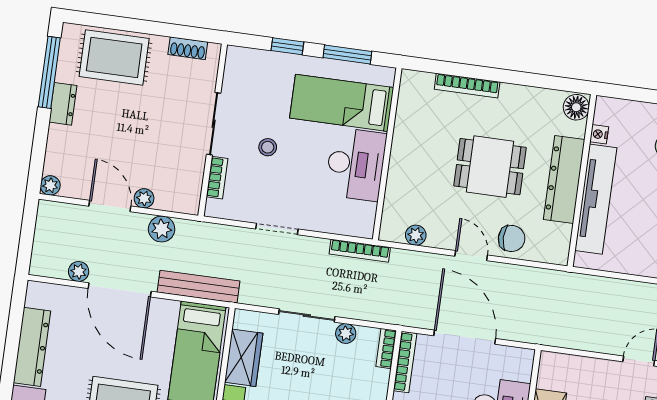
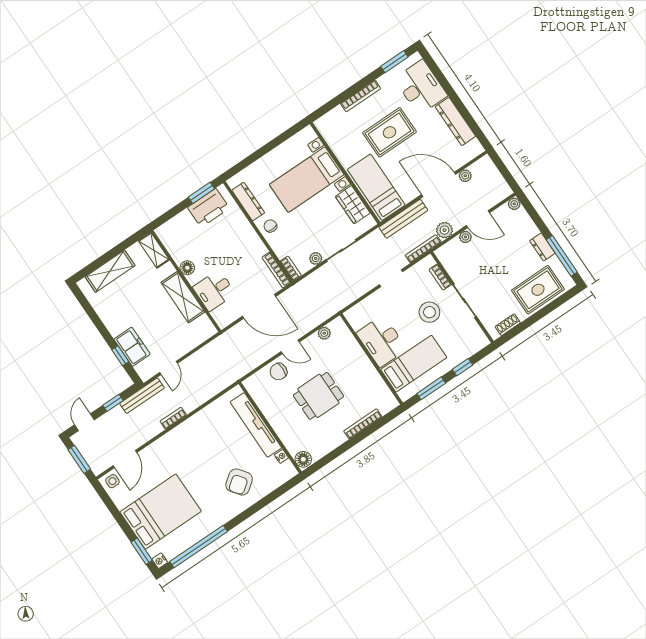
stool: (268, 147) -> (429, 312), width x1.89, depth x1.89
dresser: (564, 180) -> (279, 421), removed
bookcase: (360, 251) -> (423, 249), moved

